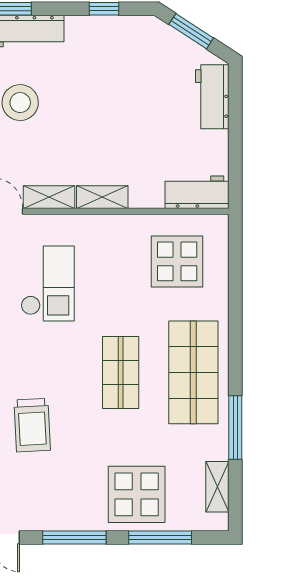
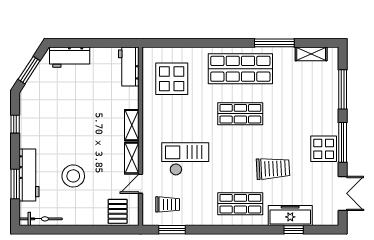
display table: (137, 494) -> (324, 149), moved, width x0.73, depth x0.73

